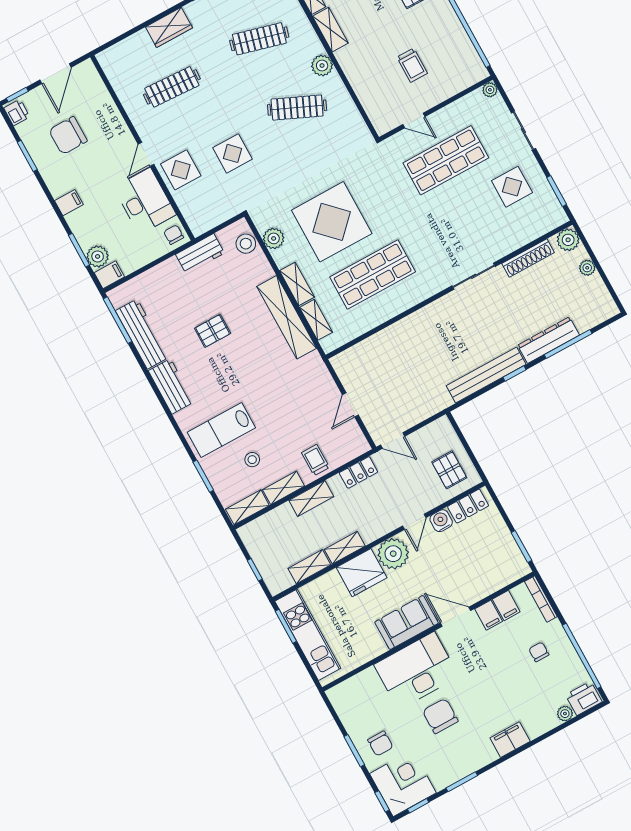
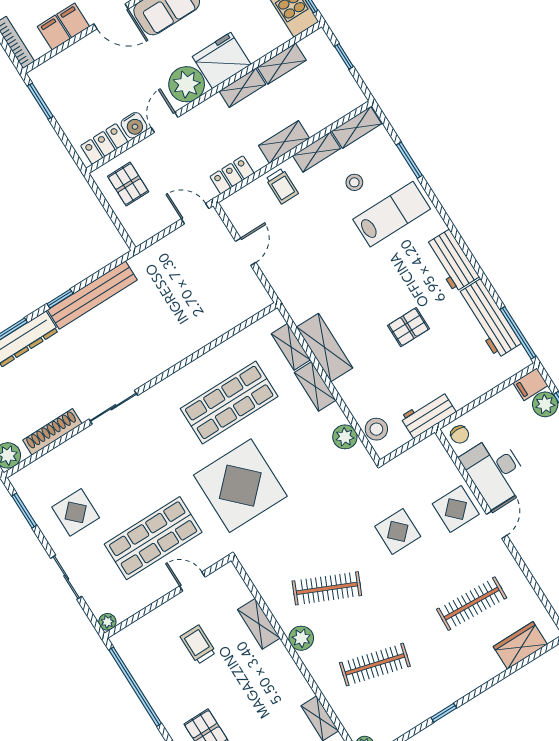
wardrobe: (169, 27) -> (520, 645), moved
shelving: (330, 30) -> (259, 624), moved
display table: (332, 222) -> (240, 486), moved
shelving: (287, 317) -> (325, 348), width x0.68

